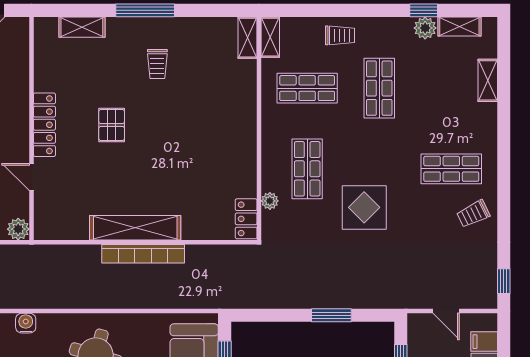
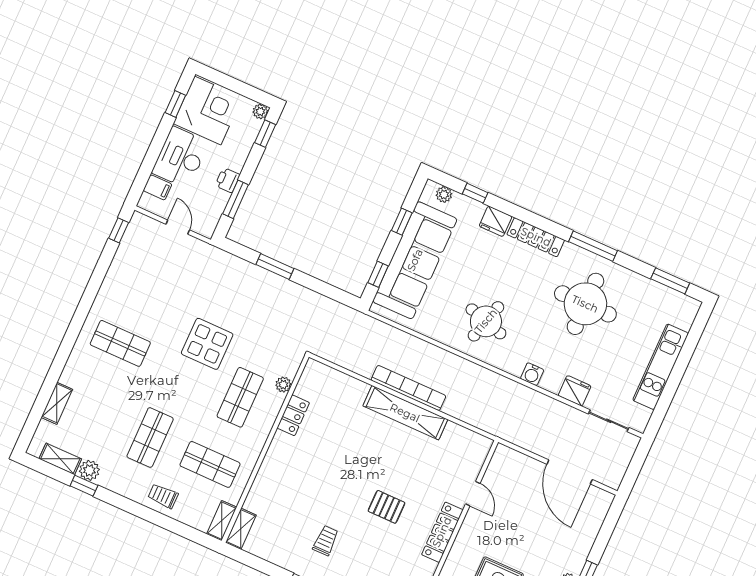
pallet: (112, 125) -> (387, 507), turned 90
trolley: (473, 214) -> (119, 298), removed
locker: (246, 219) -> (293, 415), moved
plant: (18, 229) -> (503, 455), removed

